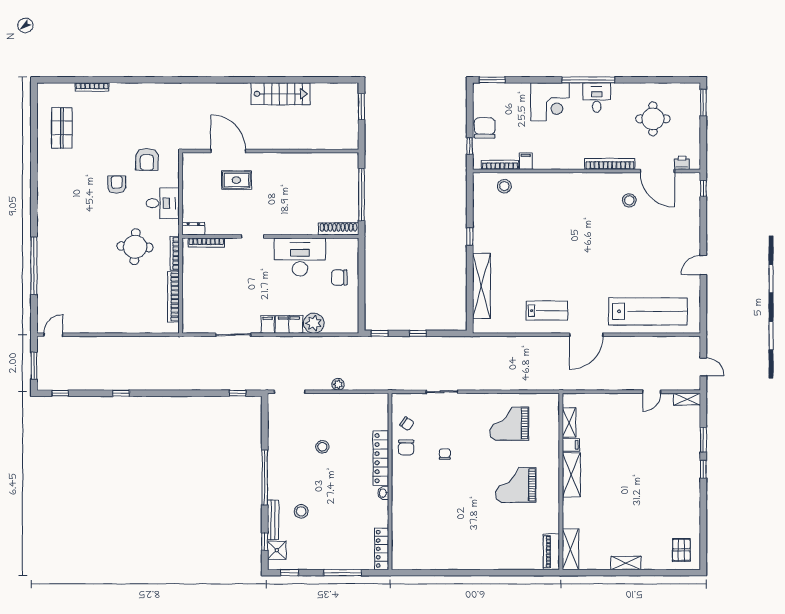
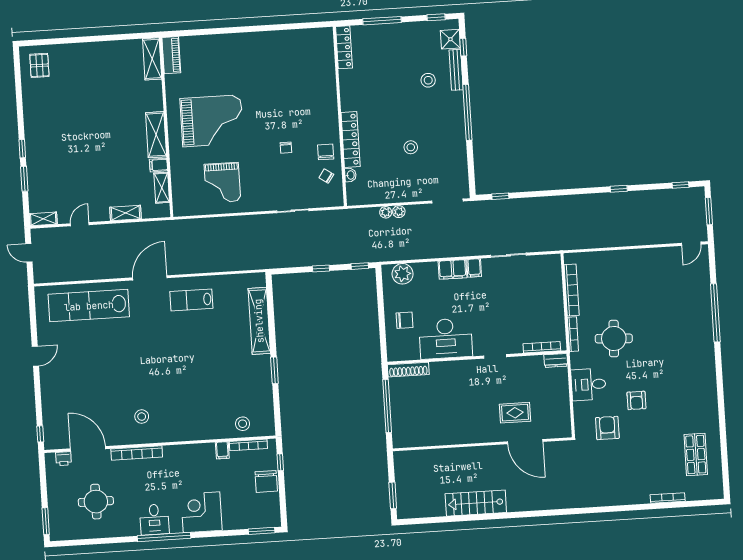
stool: (629, 200) -> (142, 417), moved
window: (470, 236) -> (274, 370), width x1.50
plant: (314, 323) -> (403, 274), moved
plant: (351, 385) -> (386, 212), added
grand piano: (509, 424) -> (222, 183), turned 90
grand piano: (516, 485) -> (212, 121), width x1.37, depth x1.48
washbasin: (383, 493) -> (350, 175), moved
shelving: (626, 563) -> (125, 213), moved

